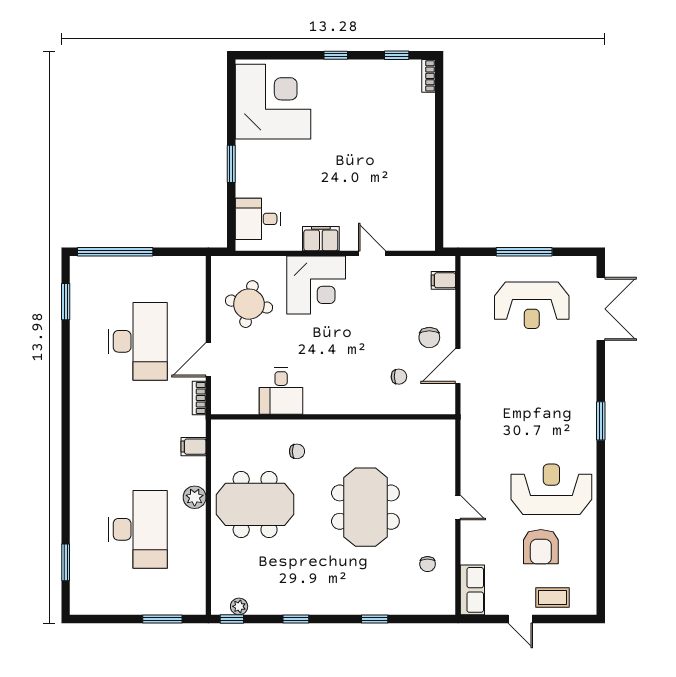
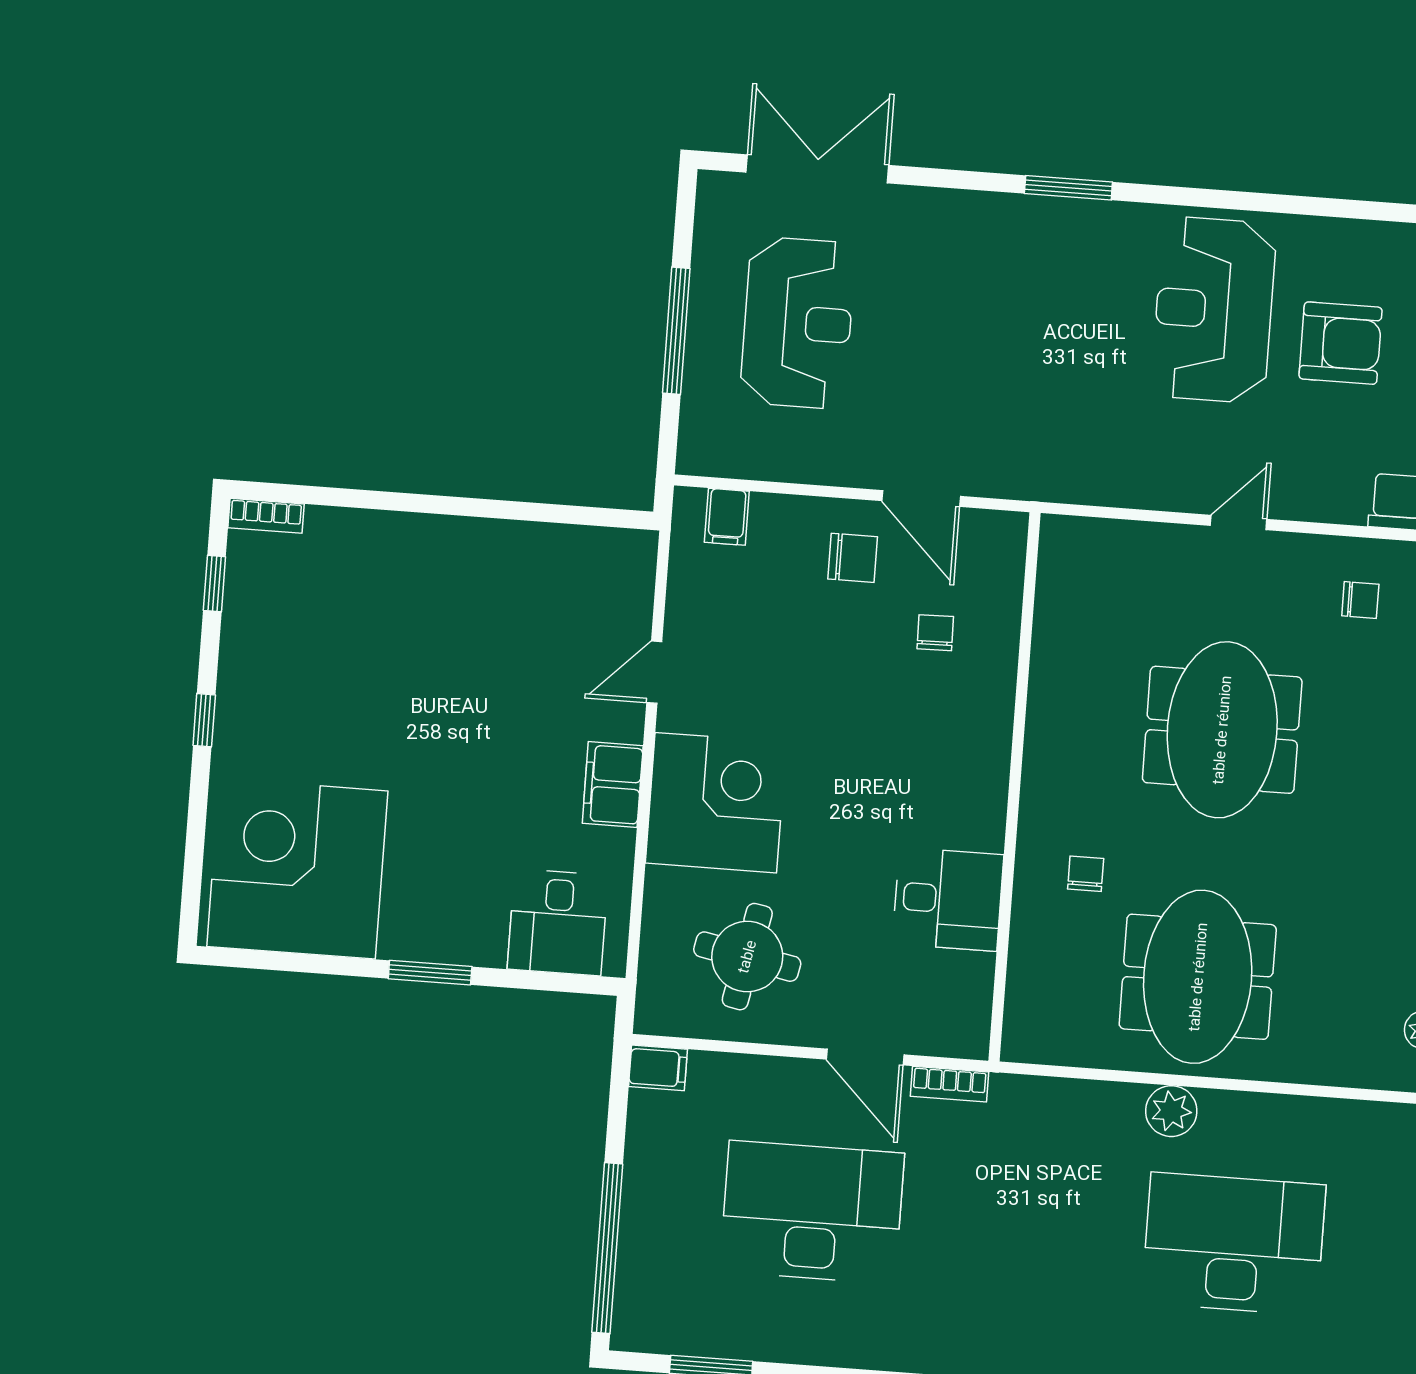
filing cabinet: (194, 447) -> (658, 1068), moved, turned -90
meeting table: (365, 507) -> (1222, 730), turned 90

